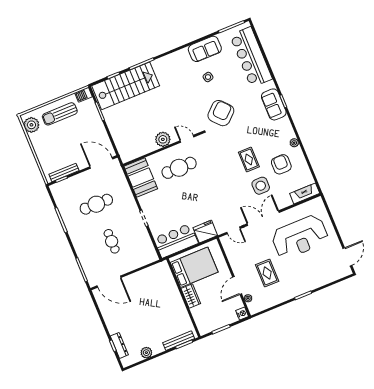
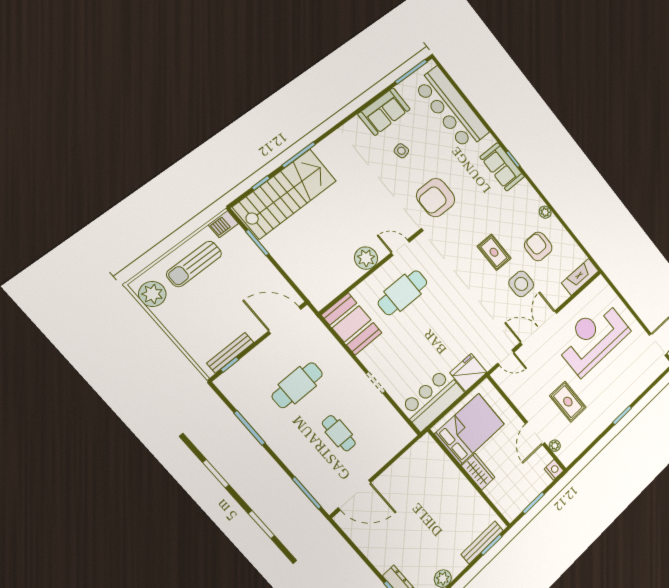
armchair: (221, 113) -> (436, 198), turned -138
reception desk: (300, 237) -> (593, 338), turned 180

